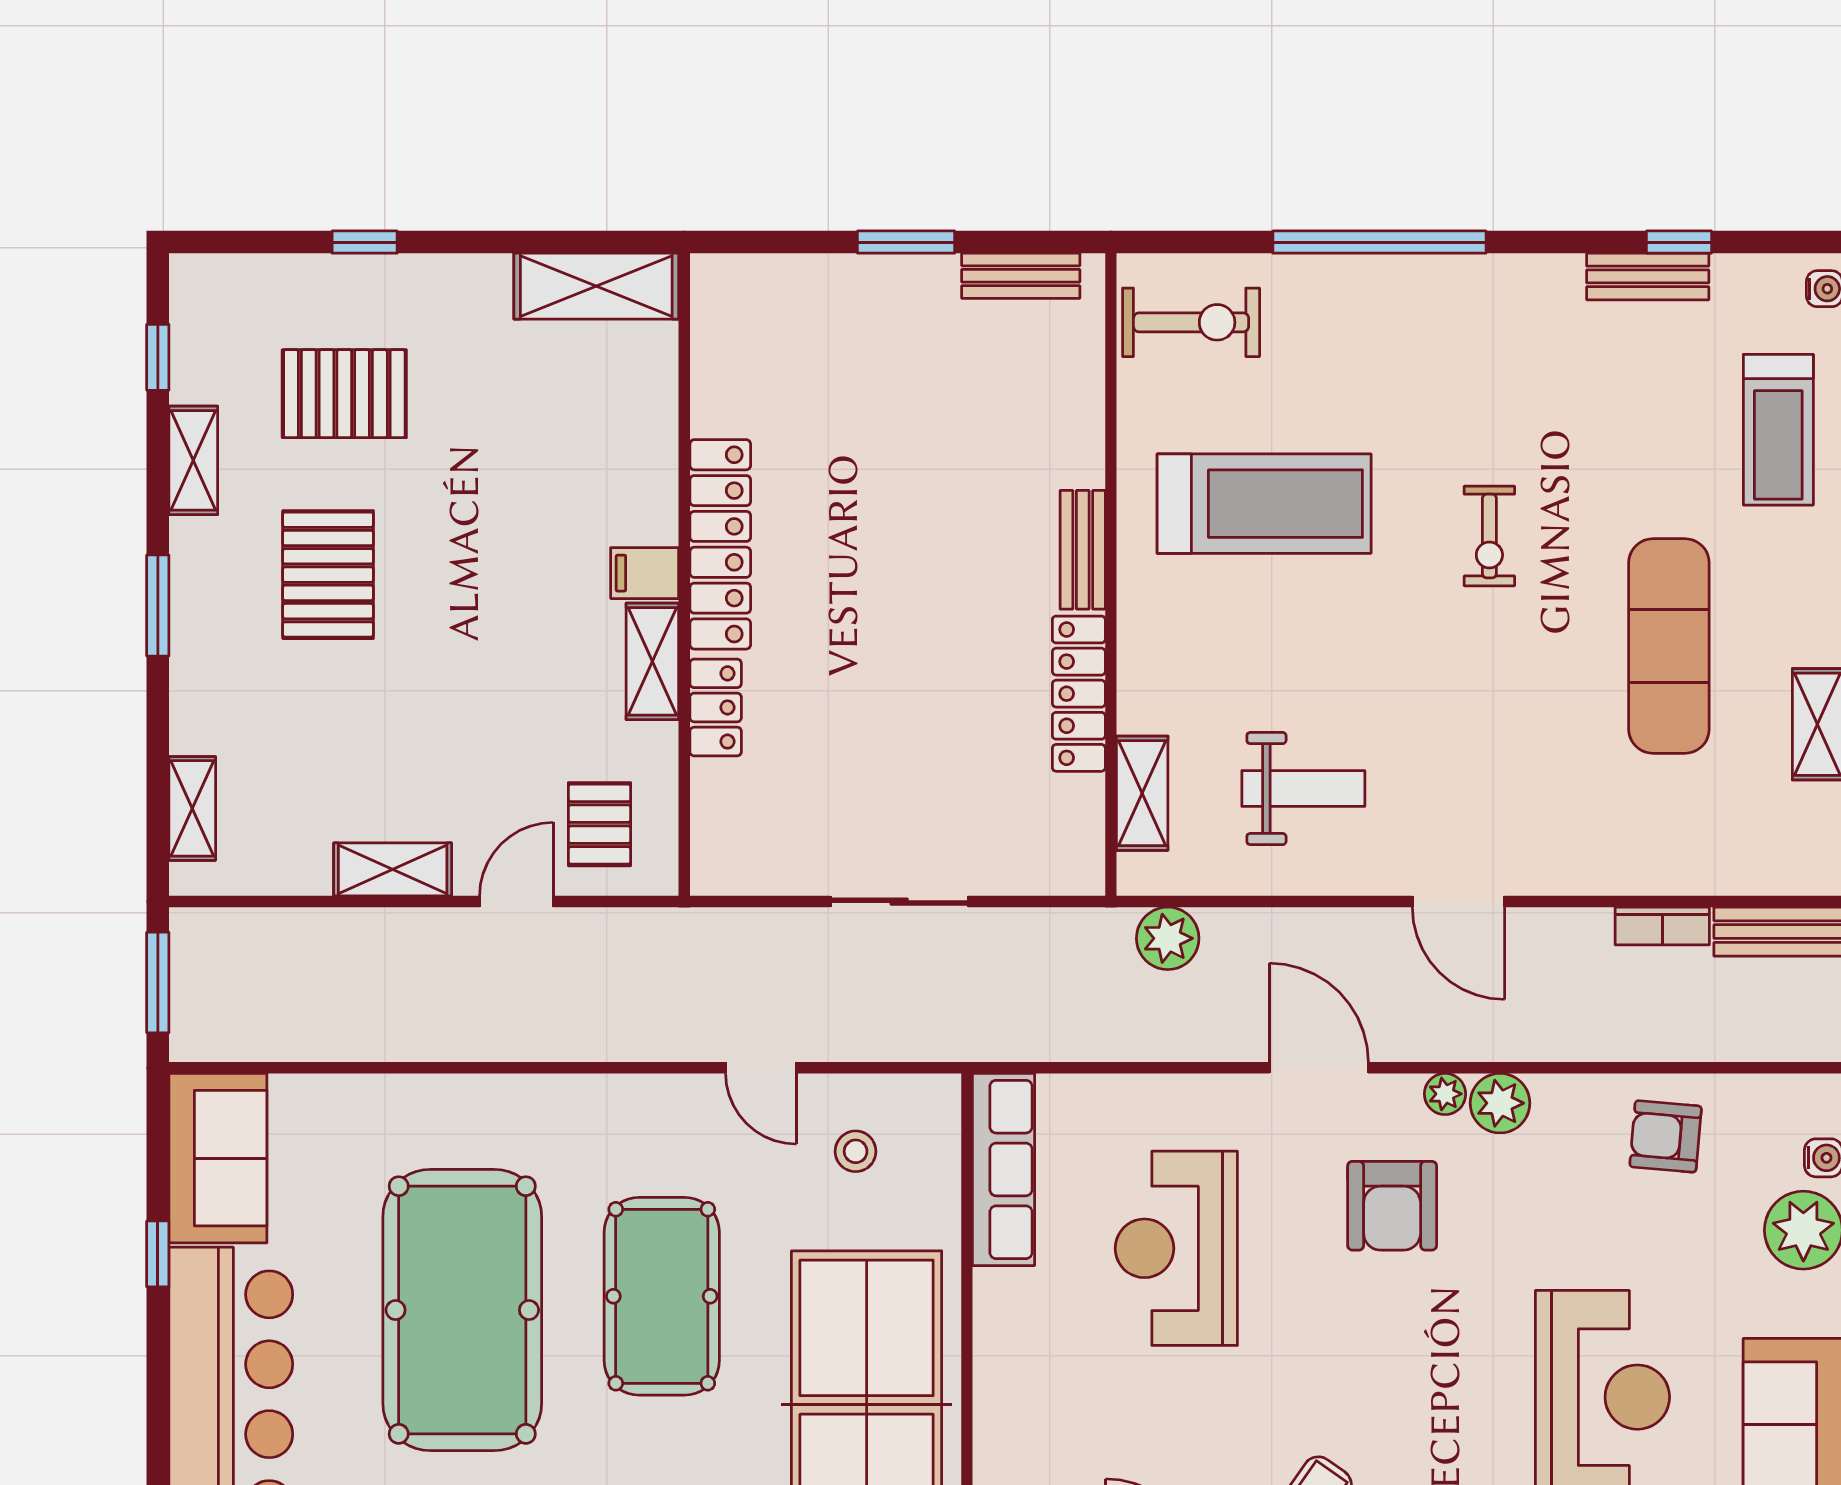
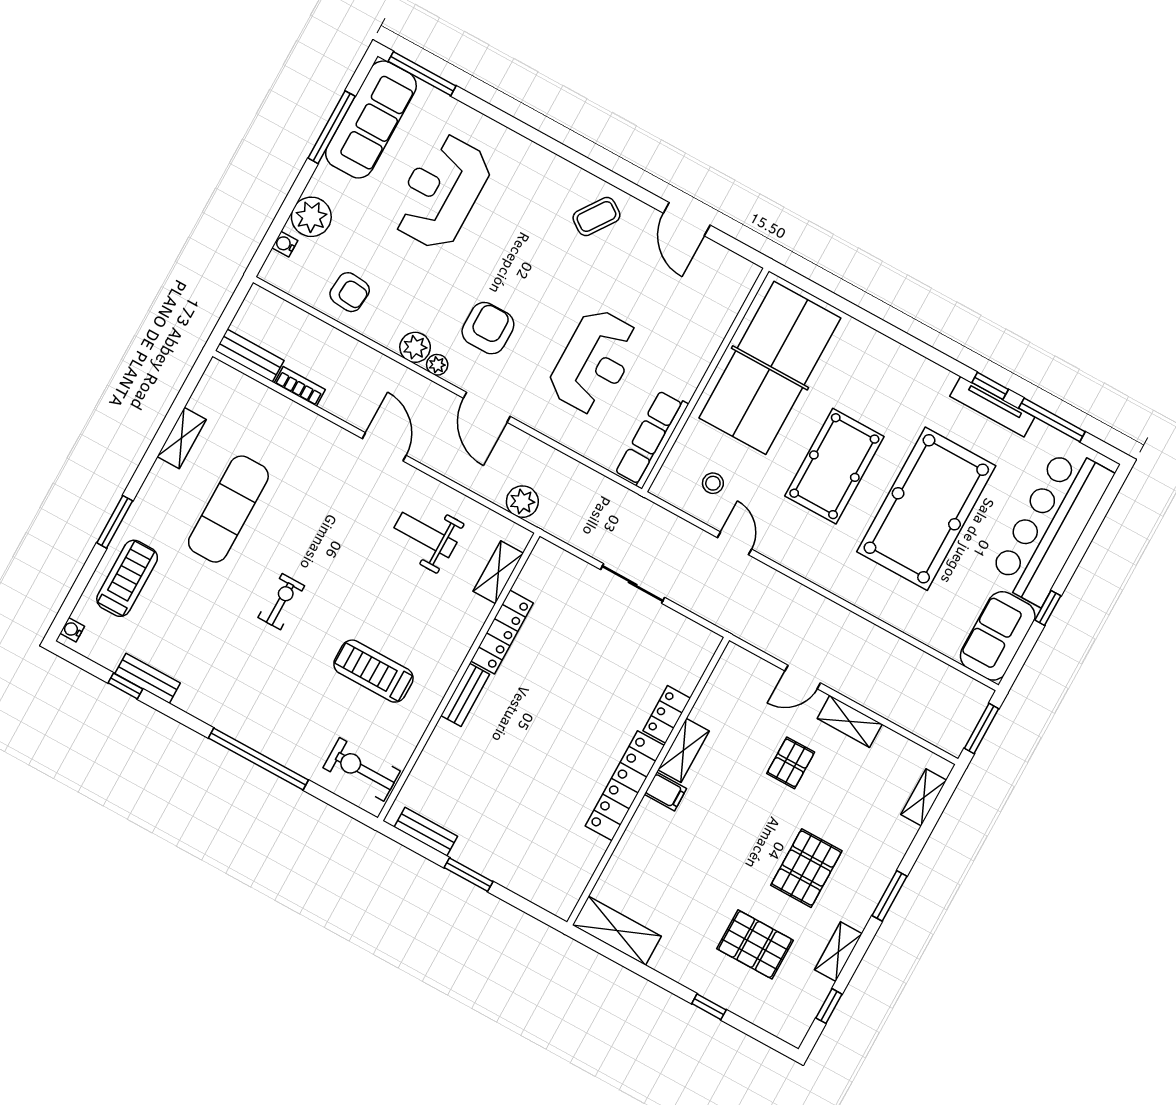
treadmill: (1264, 504) -> (373, 671), width x0.73, depth x0.73
pallet: (600, 824) -> (791, 763), moved

